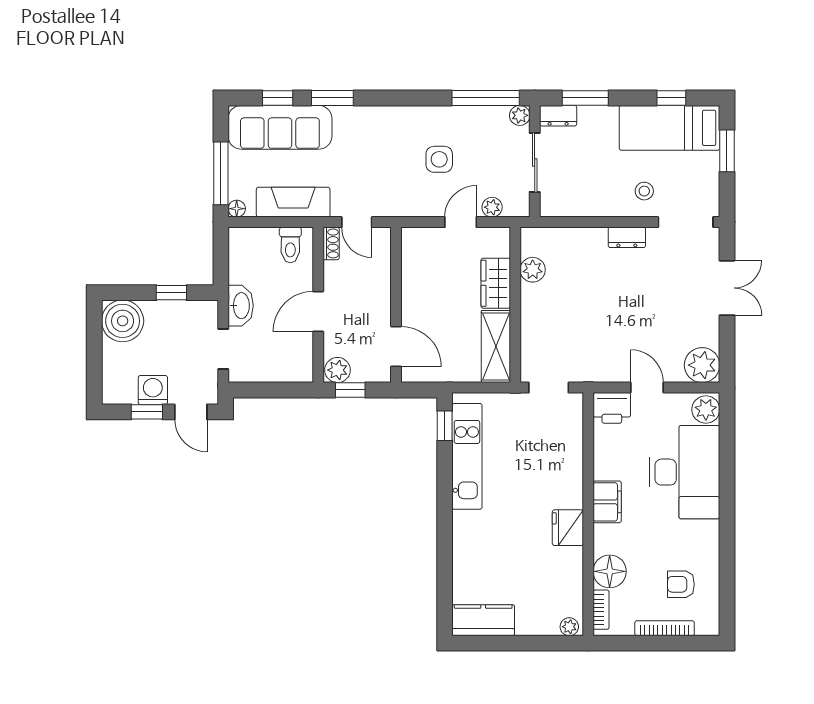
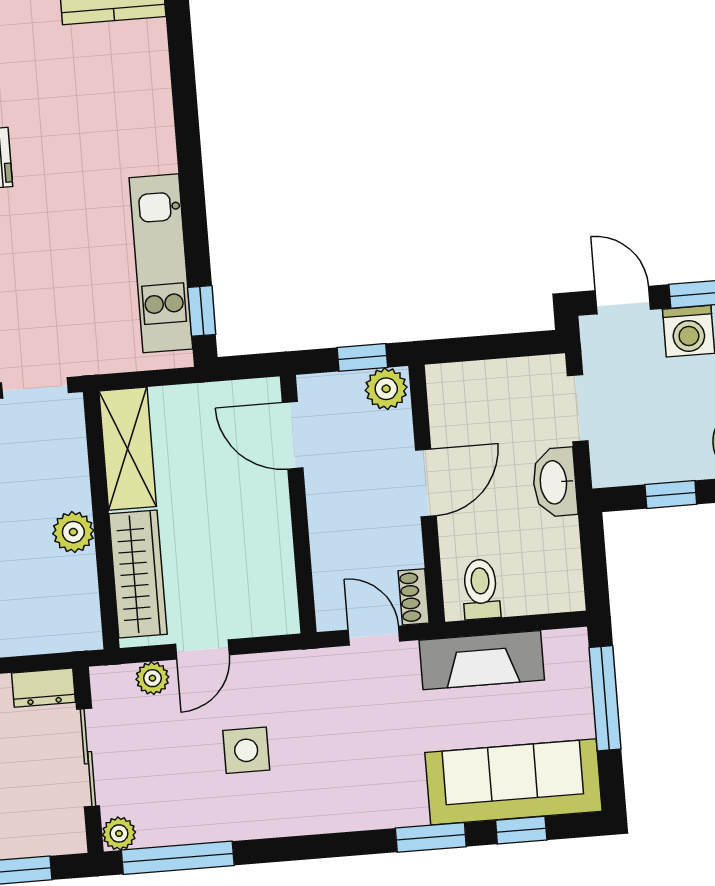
dresser: (558, 116) -> (43, 688), moved, turned 180
floor lamp: (237, 209) -> (574, 642), removed
plant: (533, 270) -> (73, 532), moved
wardrobe: (496, 283) -> (138, 574), width x1.50

